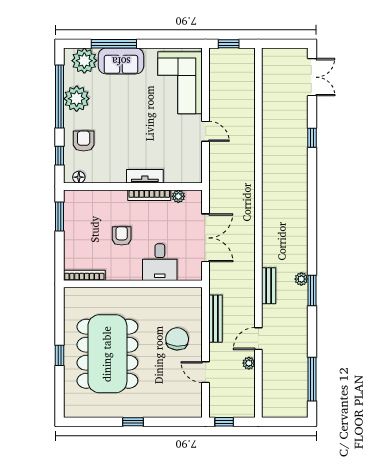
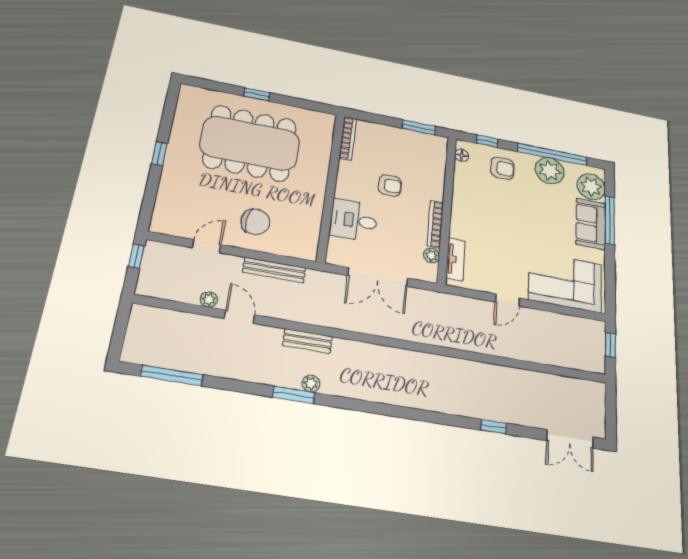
tv unit: (145, 176) -> (456, 259), moved

